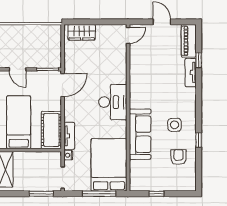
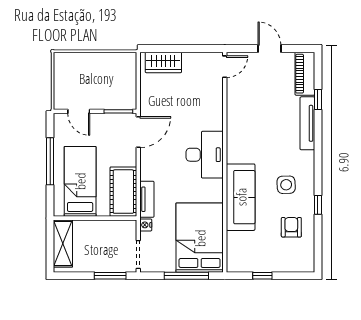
tv unit: (191, 73) -> (307, 123), width x1.41

